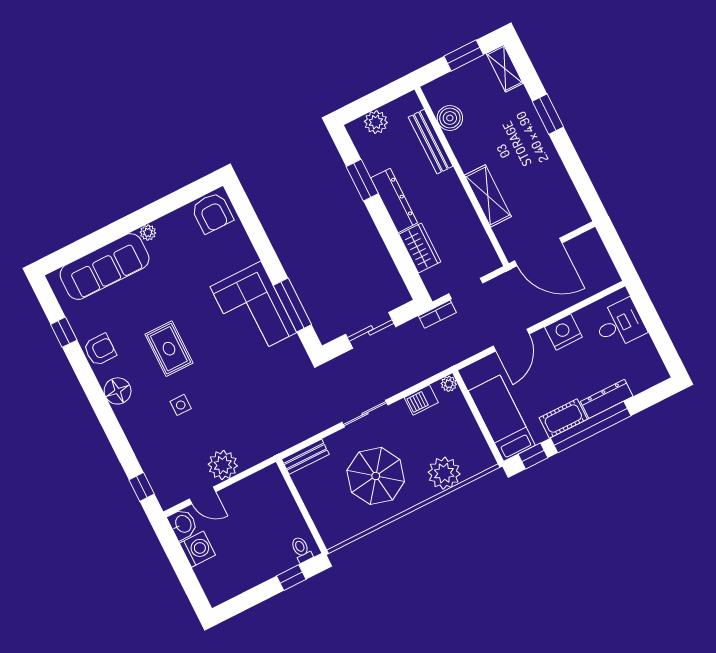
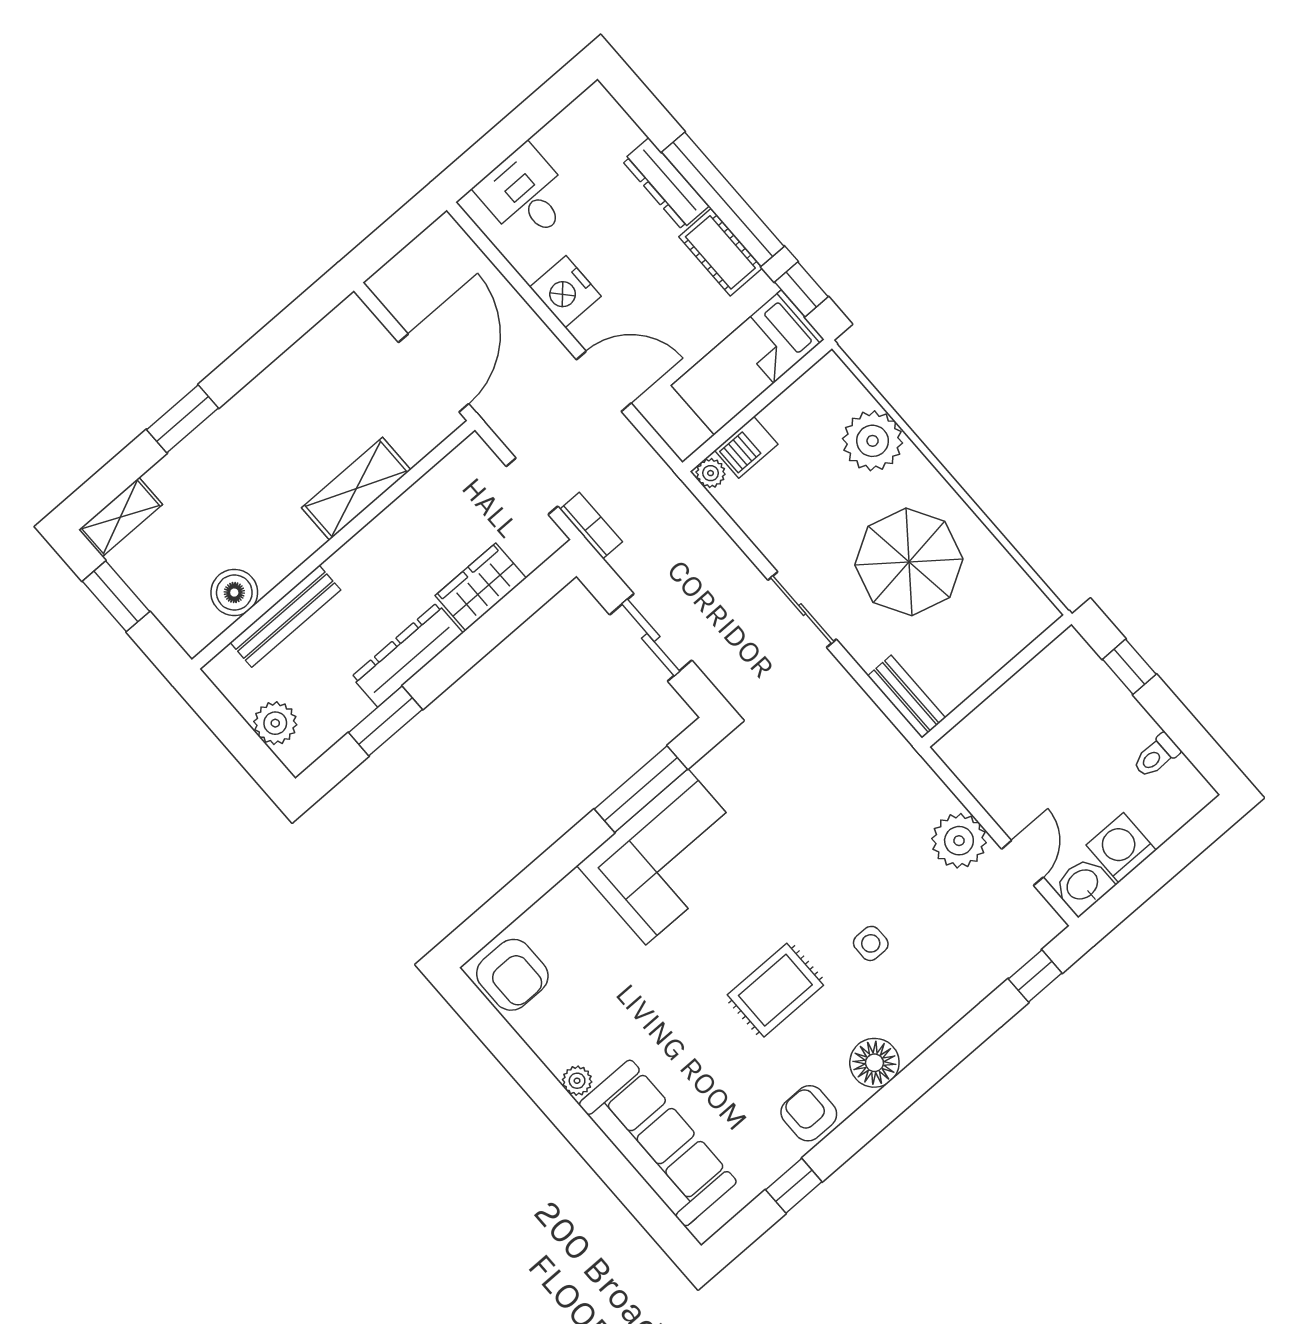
armchair: (212, 213) -> (512, 975), turned 90
barbecue: (421, 400) -> (746, 447), moved, turned 90
toilet: (301, 549) -> (1156, 756), moved

